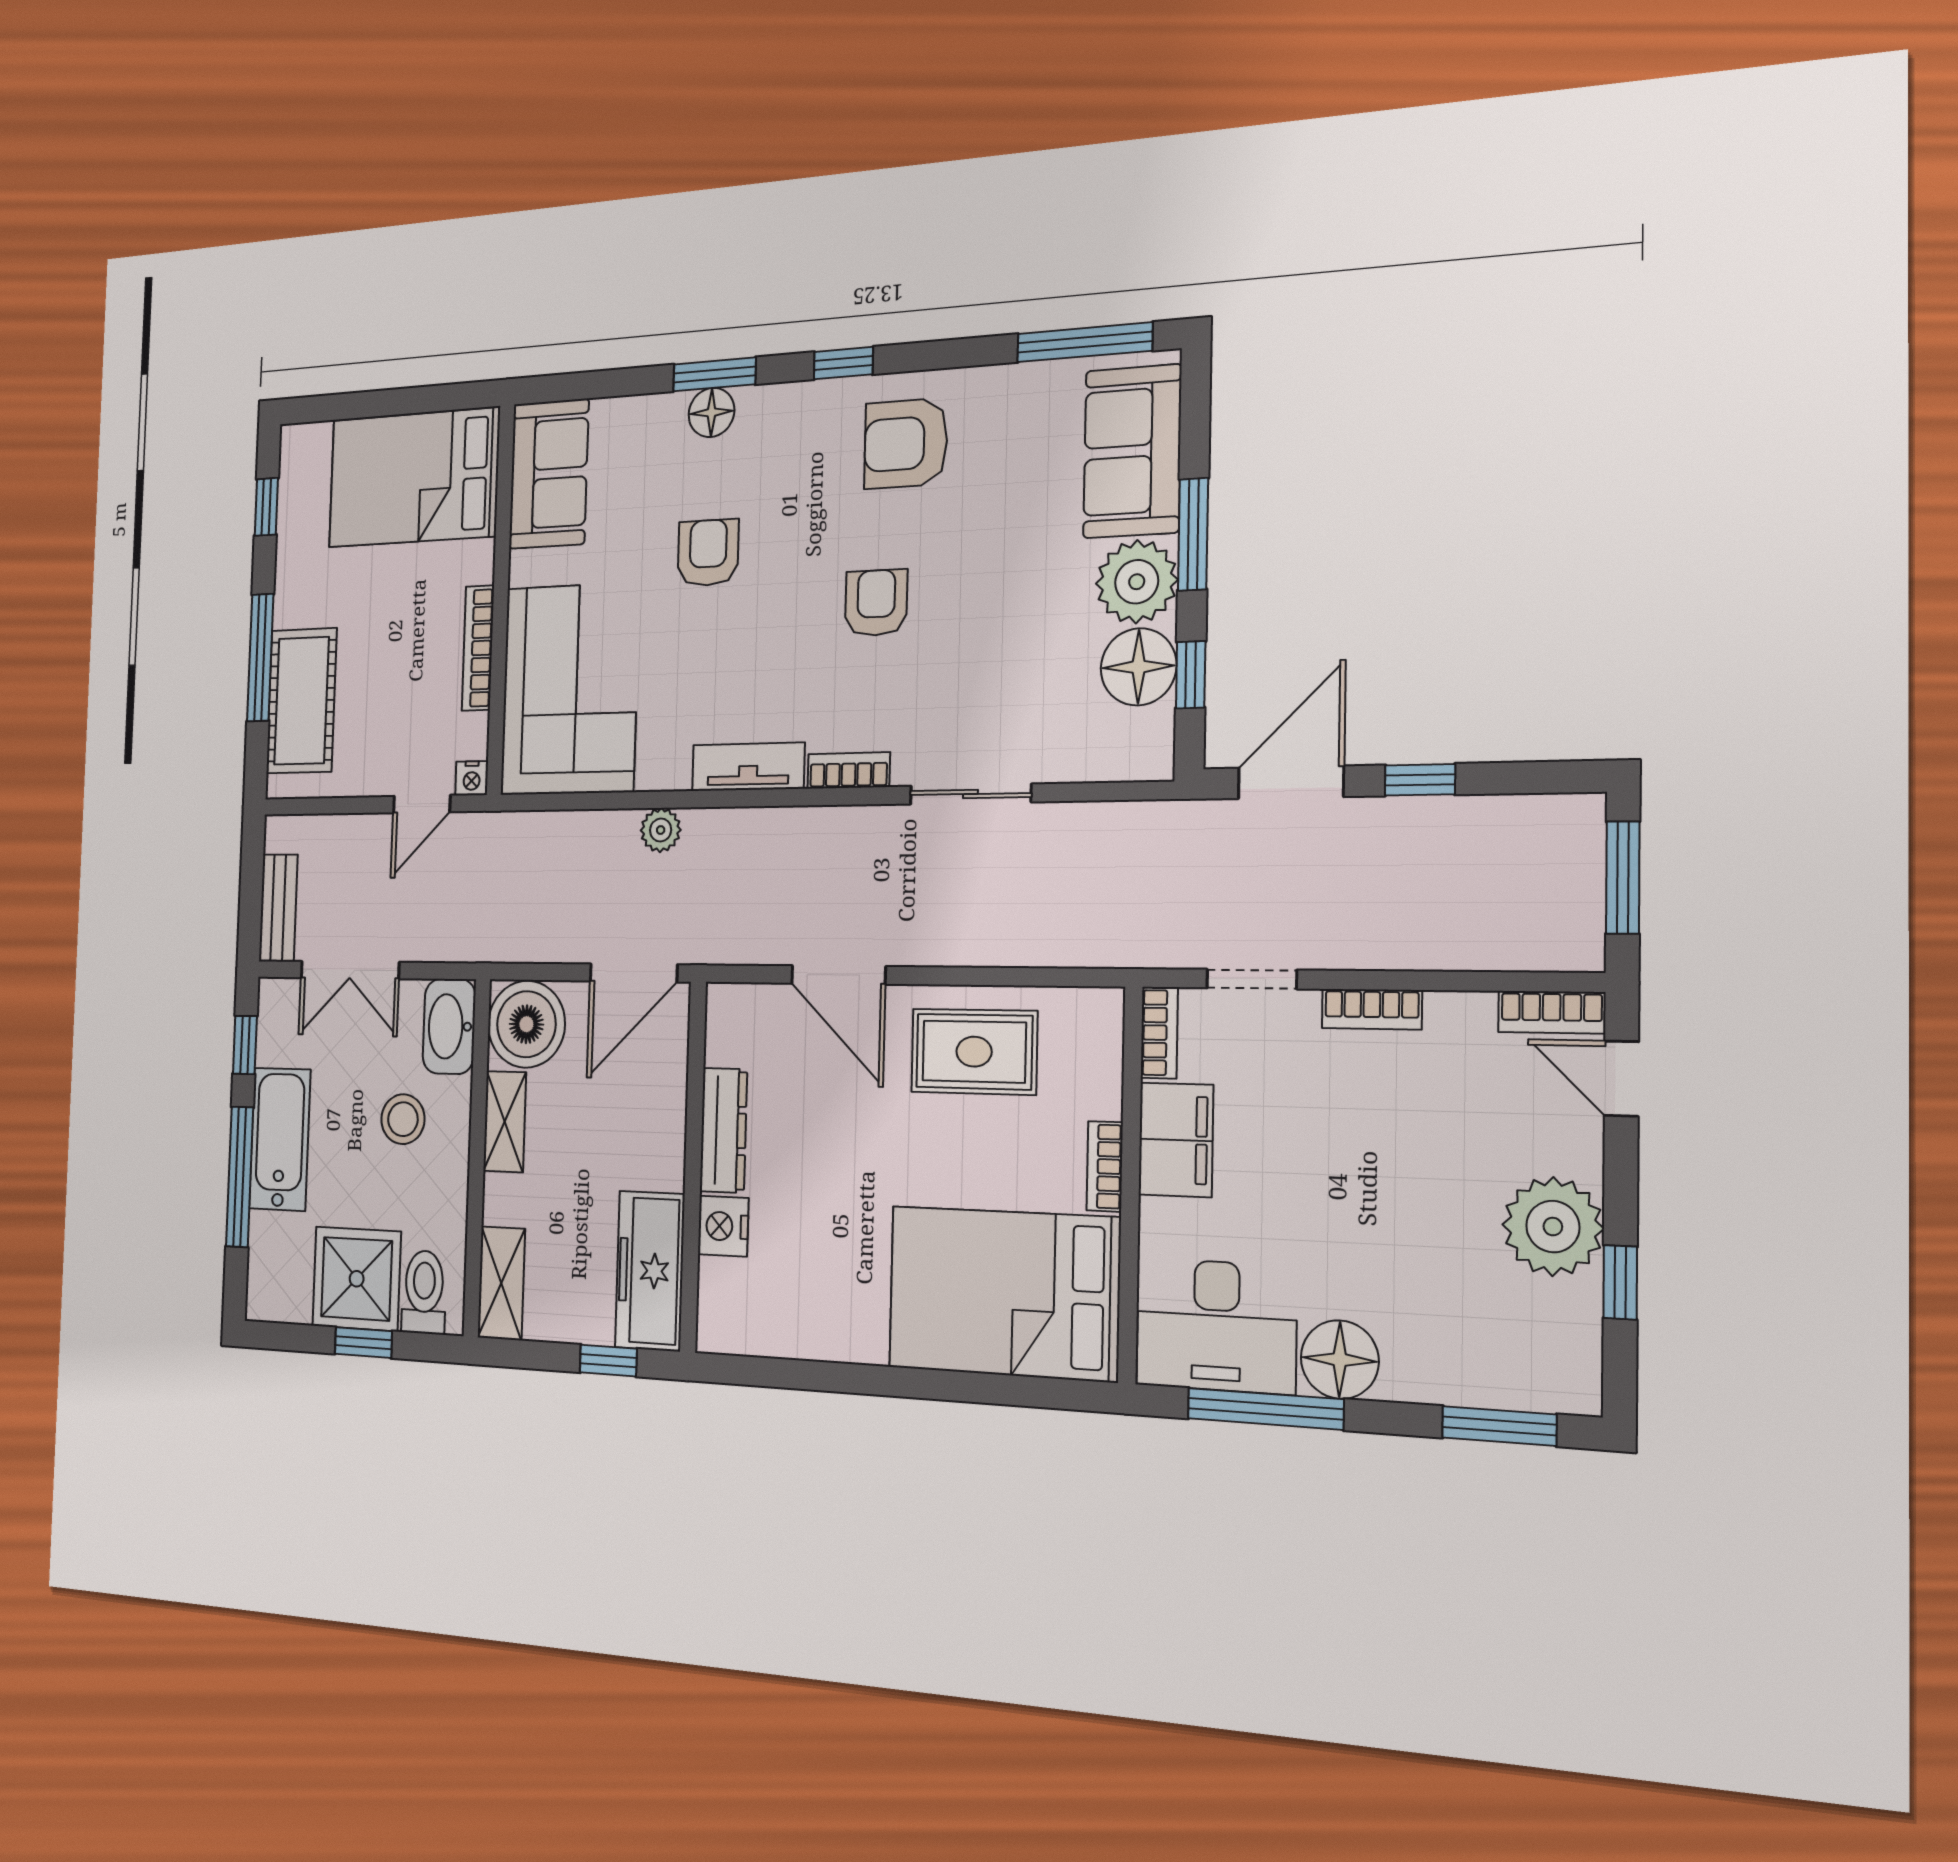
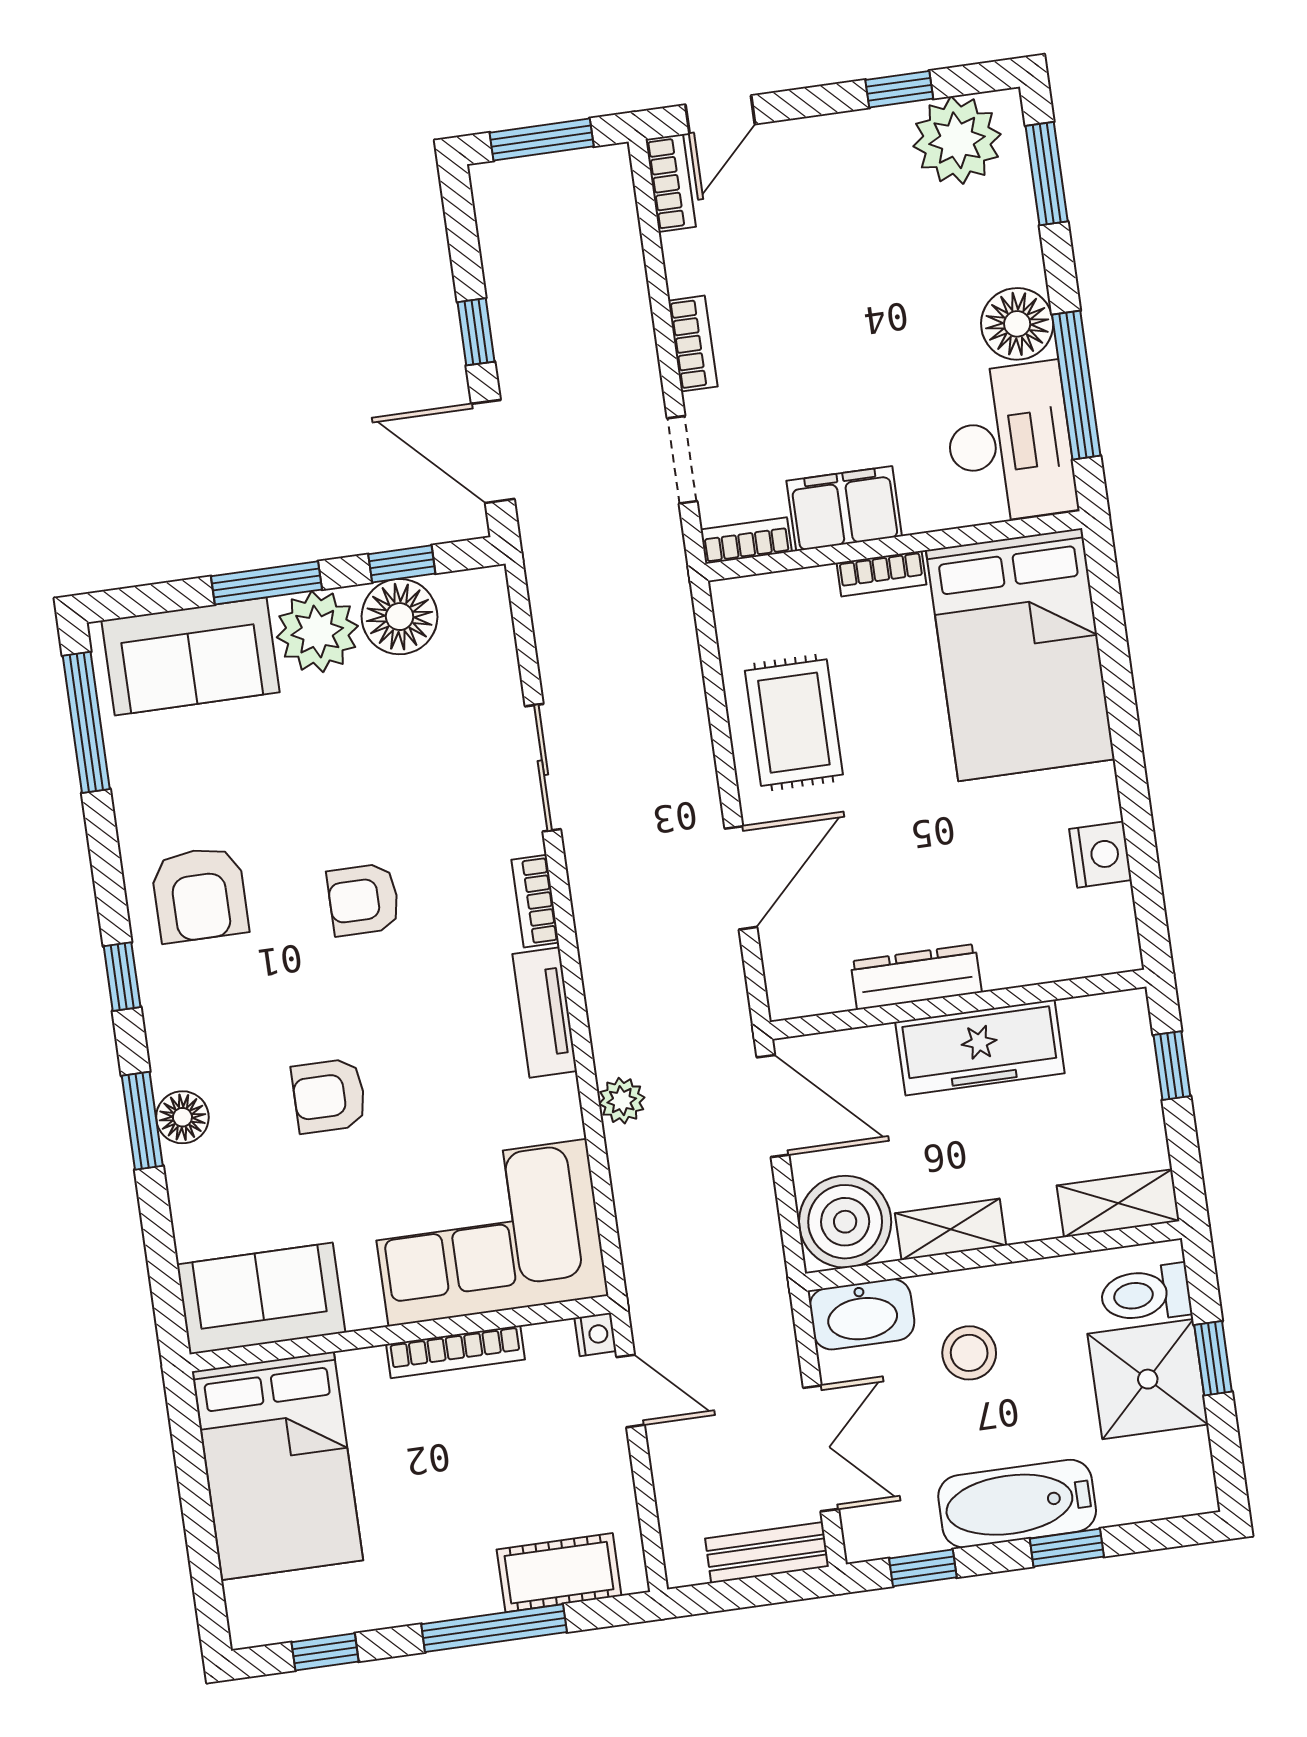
cot: (302, 701) -> (559, 1573), width x0.73, depth x0.75
window: (240, 1177) -> (1067, 1548), width x0.46
nightstand: (723, 1226) -> (1100, 855), moved, turned -90
plant: (1553, 1227) -> (957, 140), moved
freezer: (650, 1271) -> (980, 1047), moved

